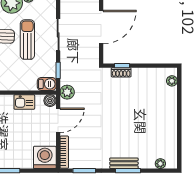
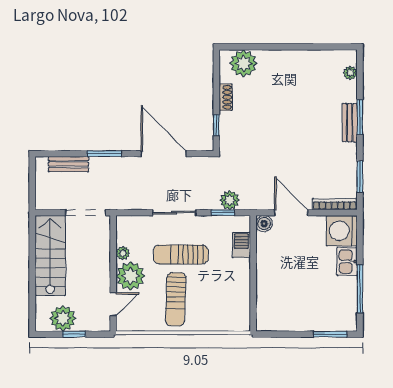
shoe rack: (121, 72) -> (226, 97), moved
plant: (172, 81) -> (243, 63), width x1.88, depth x1.88
barbecue: (47, 84) -> (241, 245), moved
plant: (67, 92) -> (230, 200), moved
kitchen sink: (24, 102) -> (347, 262), moved, turned 180

